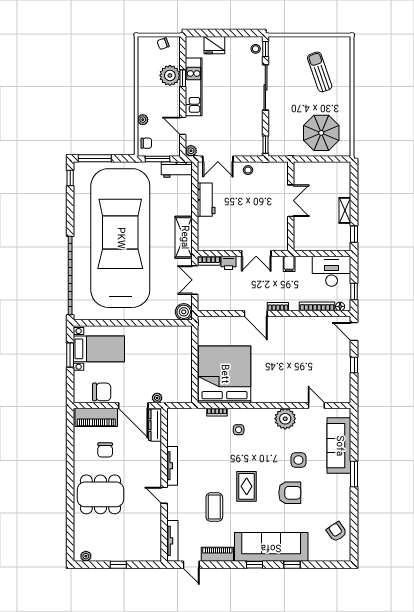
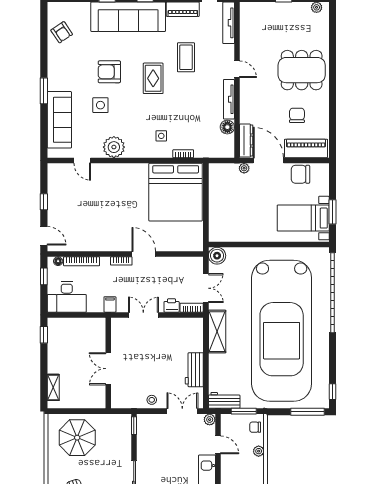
shelving: (345, 210) -> (53, 387), moved
floor lamp: (174, 438) -> (227, 127), added

